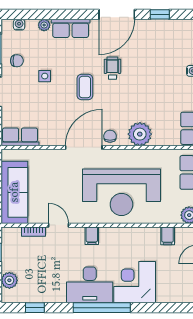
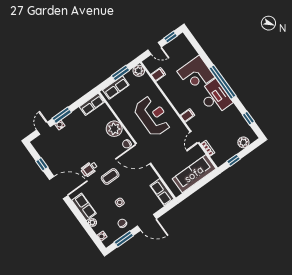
reception desk: (121, 192) -> (153, 116), width x0.74, depth x0.77

